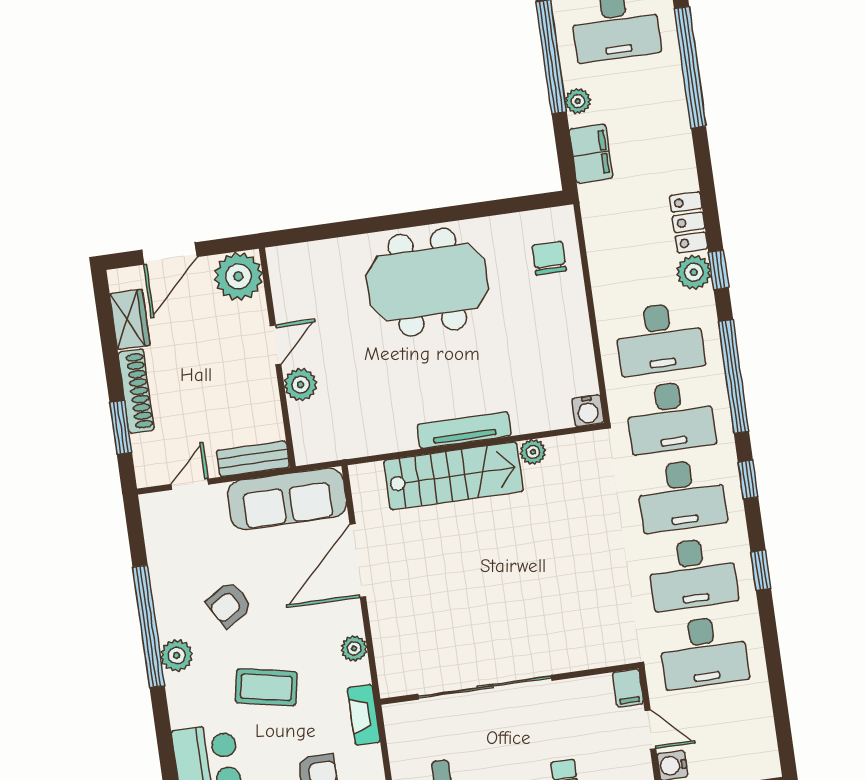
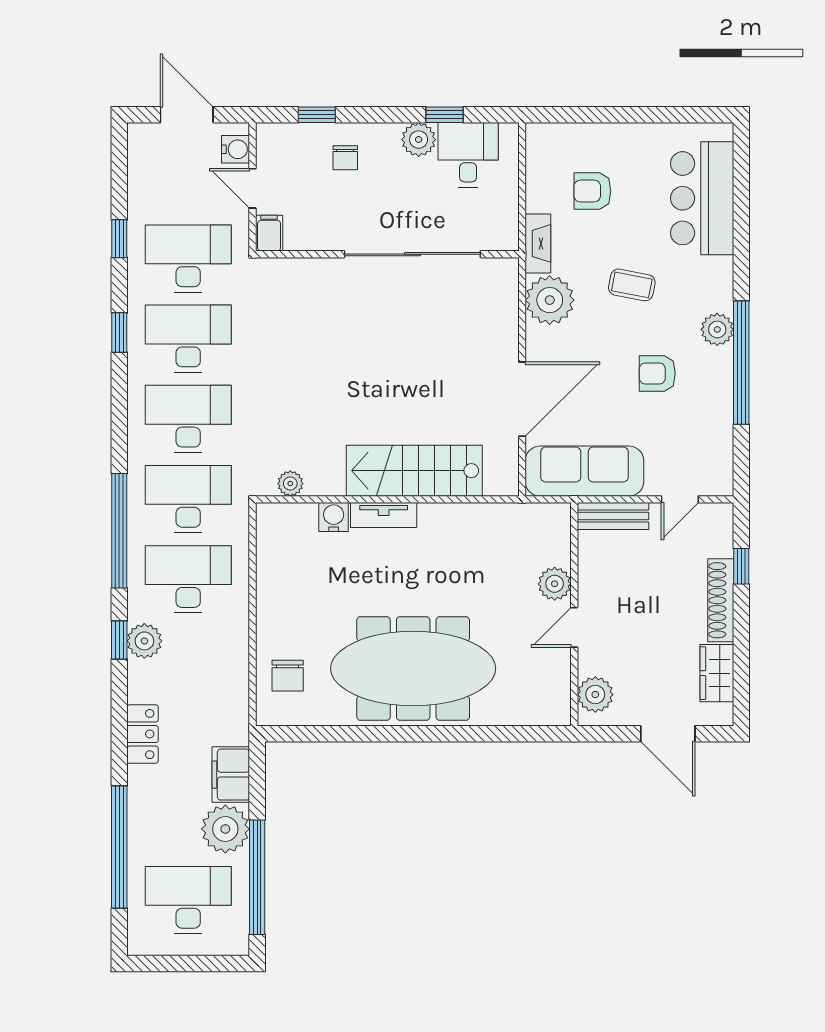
plant: (578, 101) -> (225, 829), width x1.88, depth x1.88
locker: (689, 222) -> (143, 734), moved
door: (169, 253) -> (668, 734), swing flipped
plant: (238, 276) -> (595, 695), width x0.73, depth x0.73
meeting table: (427, 282) -> (413, 669), width x1.36
water cooler: (588, 411) -> (334, 517), moved
window: (121, 427) -> (741, 566), width x0.67
tv unit: (464, 430) -> (384, 515), width x0.71
plant: (533, 452) -> (290, 483), moved
window: (748, 479) -> (119, 239), moved
armchair: (229, 604) -> (657, 373), turned -148
plant: (354, 648) -> (550, 300), width x1.88, depth x1.88
coffee table: (266, 687) -> (632, 285), width x0.73, depth x0.77

